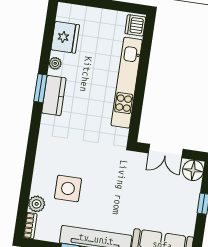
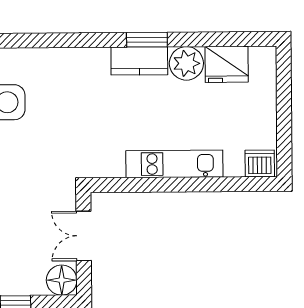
plant: (55, 63) -> (186, 63), width x1.87, depth x1.87
kitchen unit: (127, 83) -> (174, 164), width x0.73

